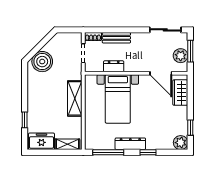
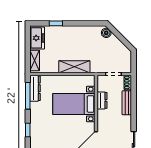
boiler: (42, 62) -> (106, 33), width x0.54, depth x0.54
dresser: (130, 144) -> (35, 88), moved

